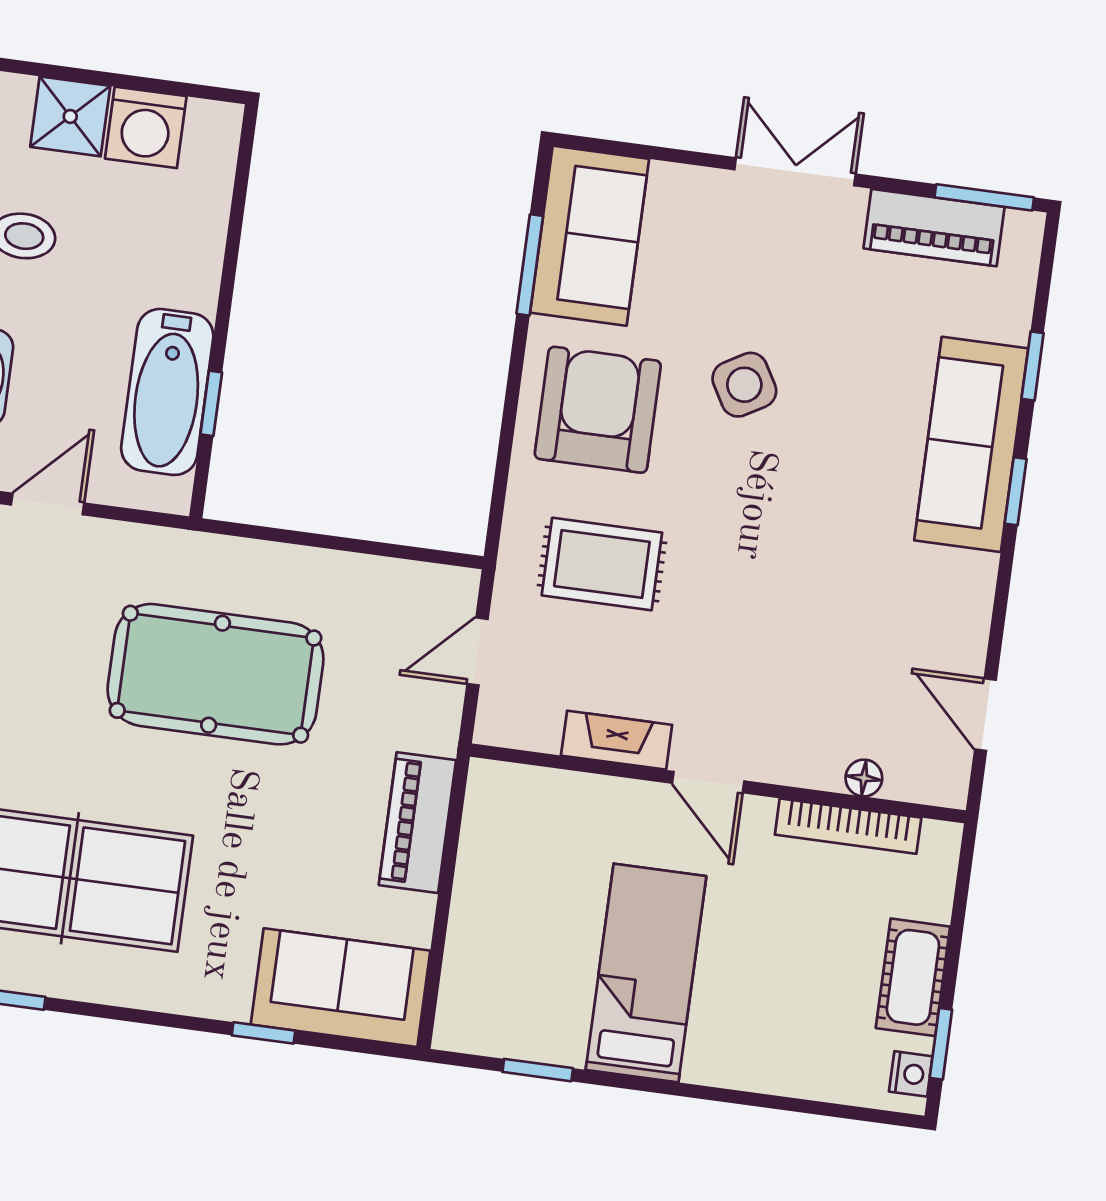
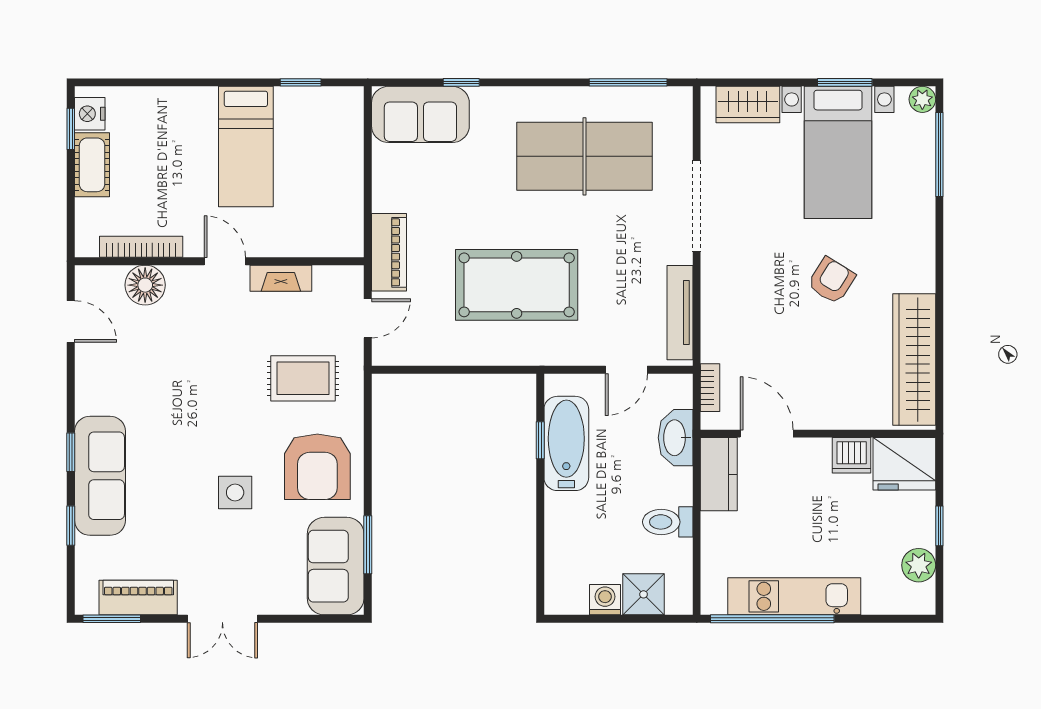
washing machine: (146, 127) -> (605, 600), width x0.73, depth x0.73
side table: (744, 385) -> (235, 492), turned 30
floor lamp: (864, 778) -> (145, 285), width x1.89, depth x1.89
piano: (417, 823) -> (389, 252), moved
nightstand: (911, 1074) -> (90, 114), width x1.39, depth x1.35

